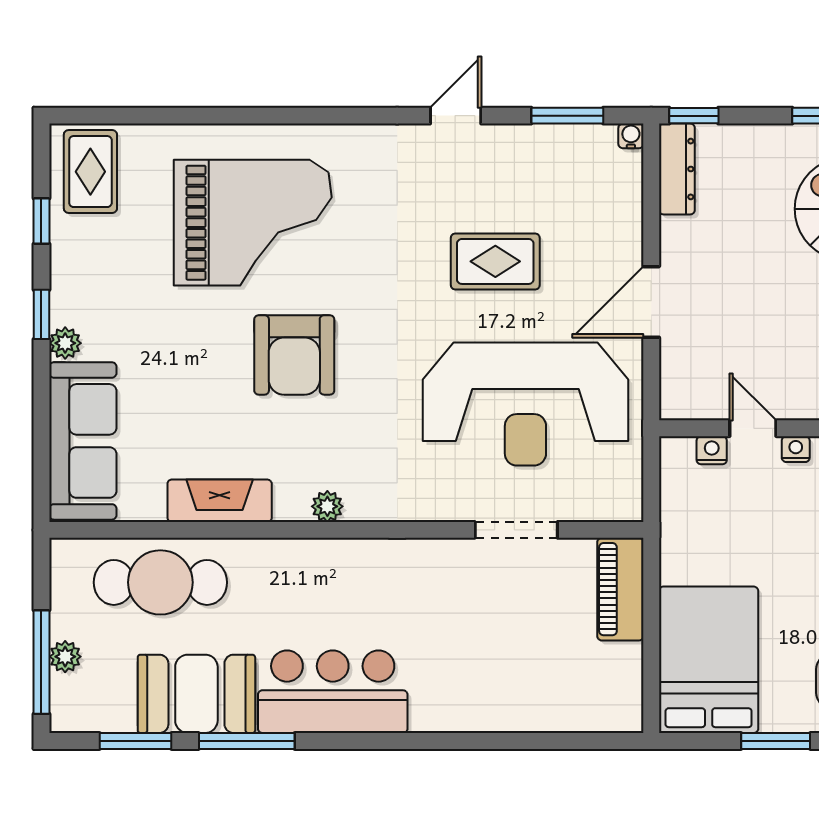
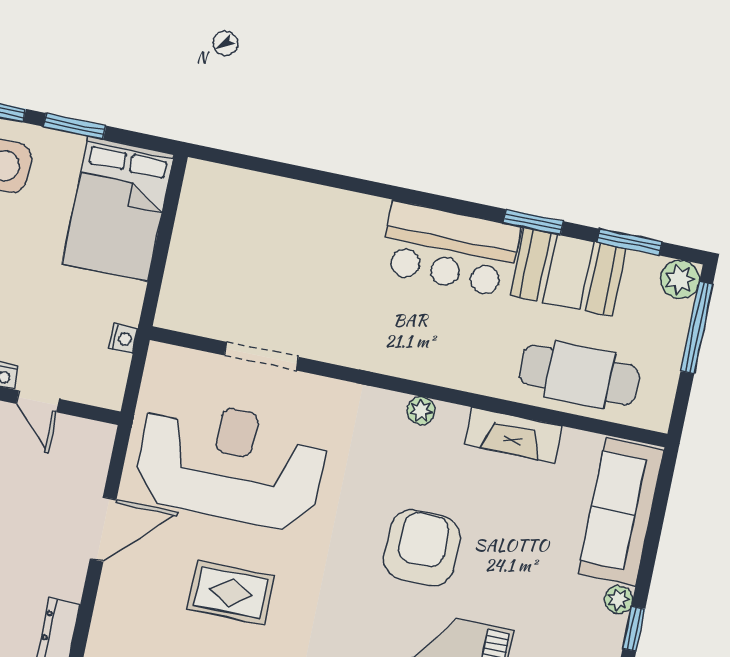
nightstand: (712, 450) -> (123, 339), moved, turned -90
piano: (620, 589) -> (182, 286), removed
plant: (65, 657) -> (680, 279), moved, width x1.38, depth x1.38
window: (247, 741) -> (533, 222), width x0.69

